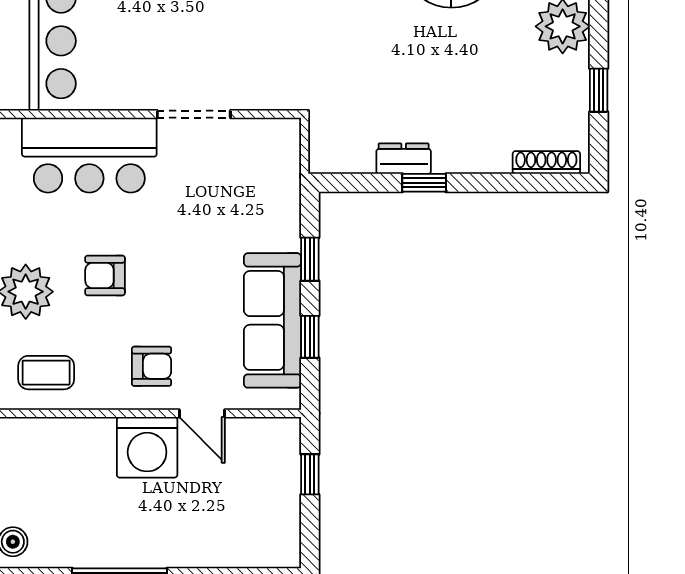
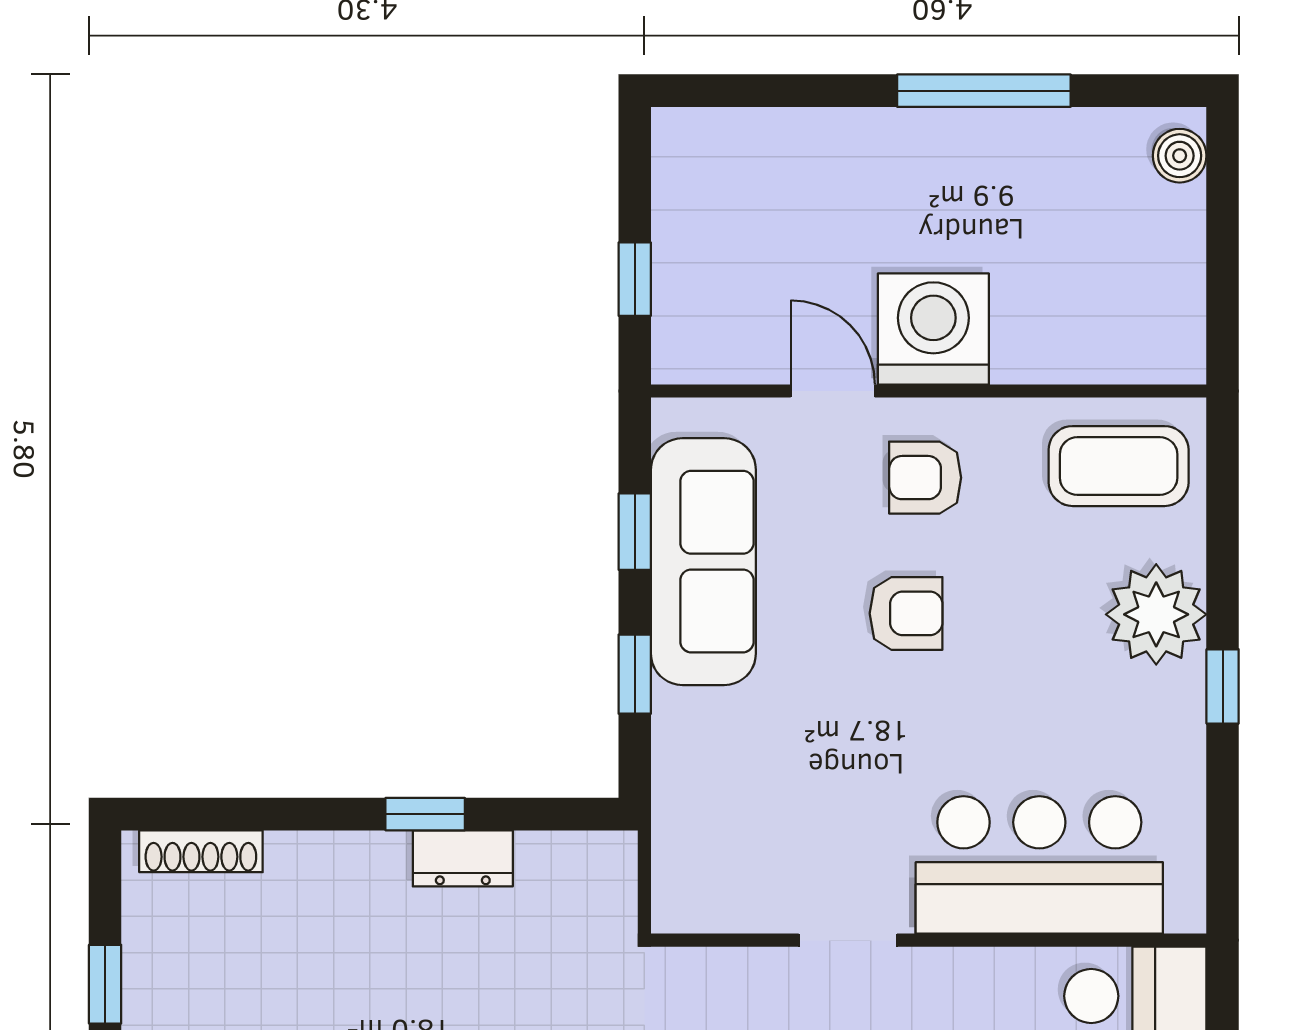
doorway: (194, 114) -> (848, 940), width x0.73
armchair: (105, 275) -> (906, 613), moved
coffee table: (46, 373) -> (1119, 466), width x1.36, depth x1.30

